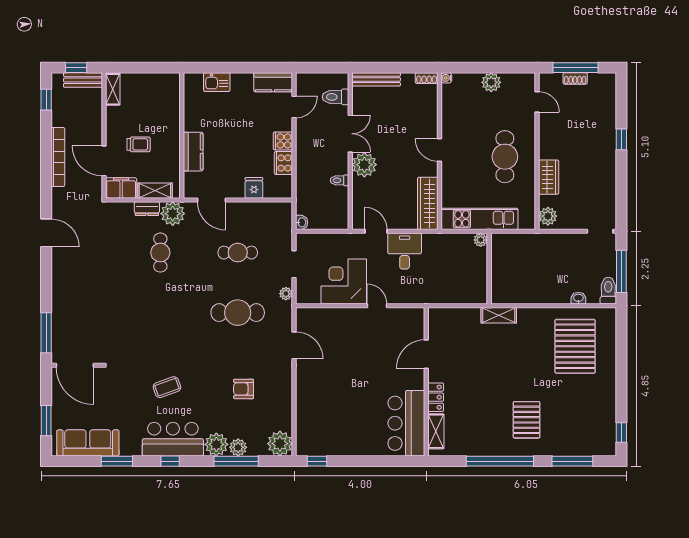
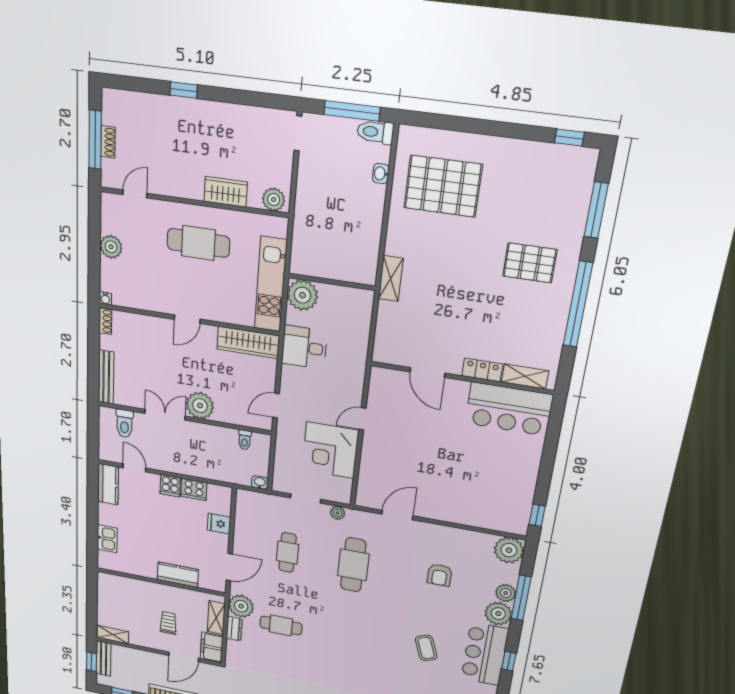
toilet: (340, 180) -> (245, 440), moved
plant: (481, 240) -> (302, 295), width x1.87, depth x1.87
desk: (405, 251) -> (304, 347), moved

